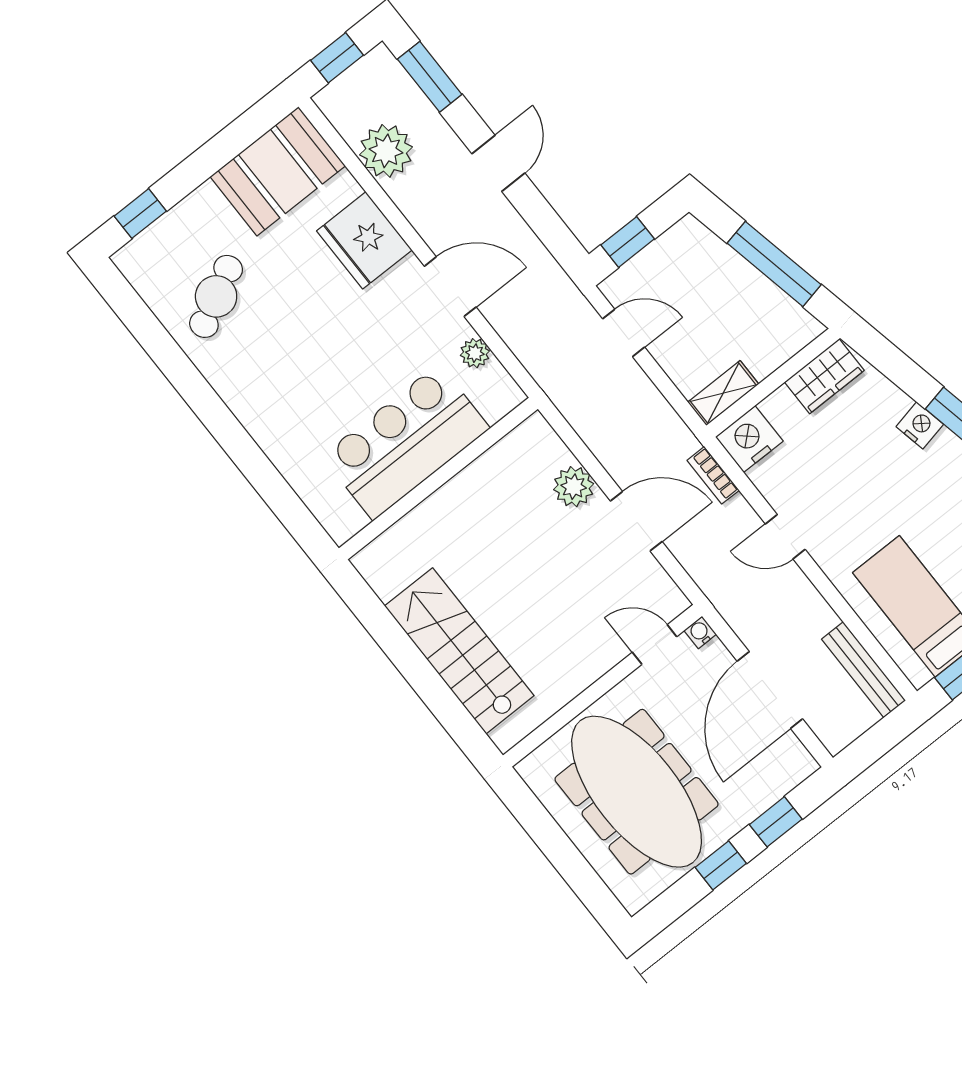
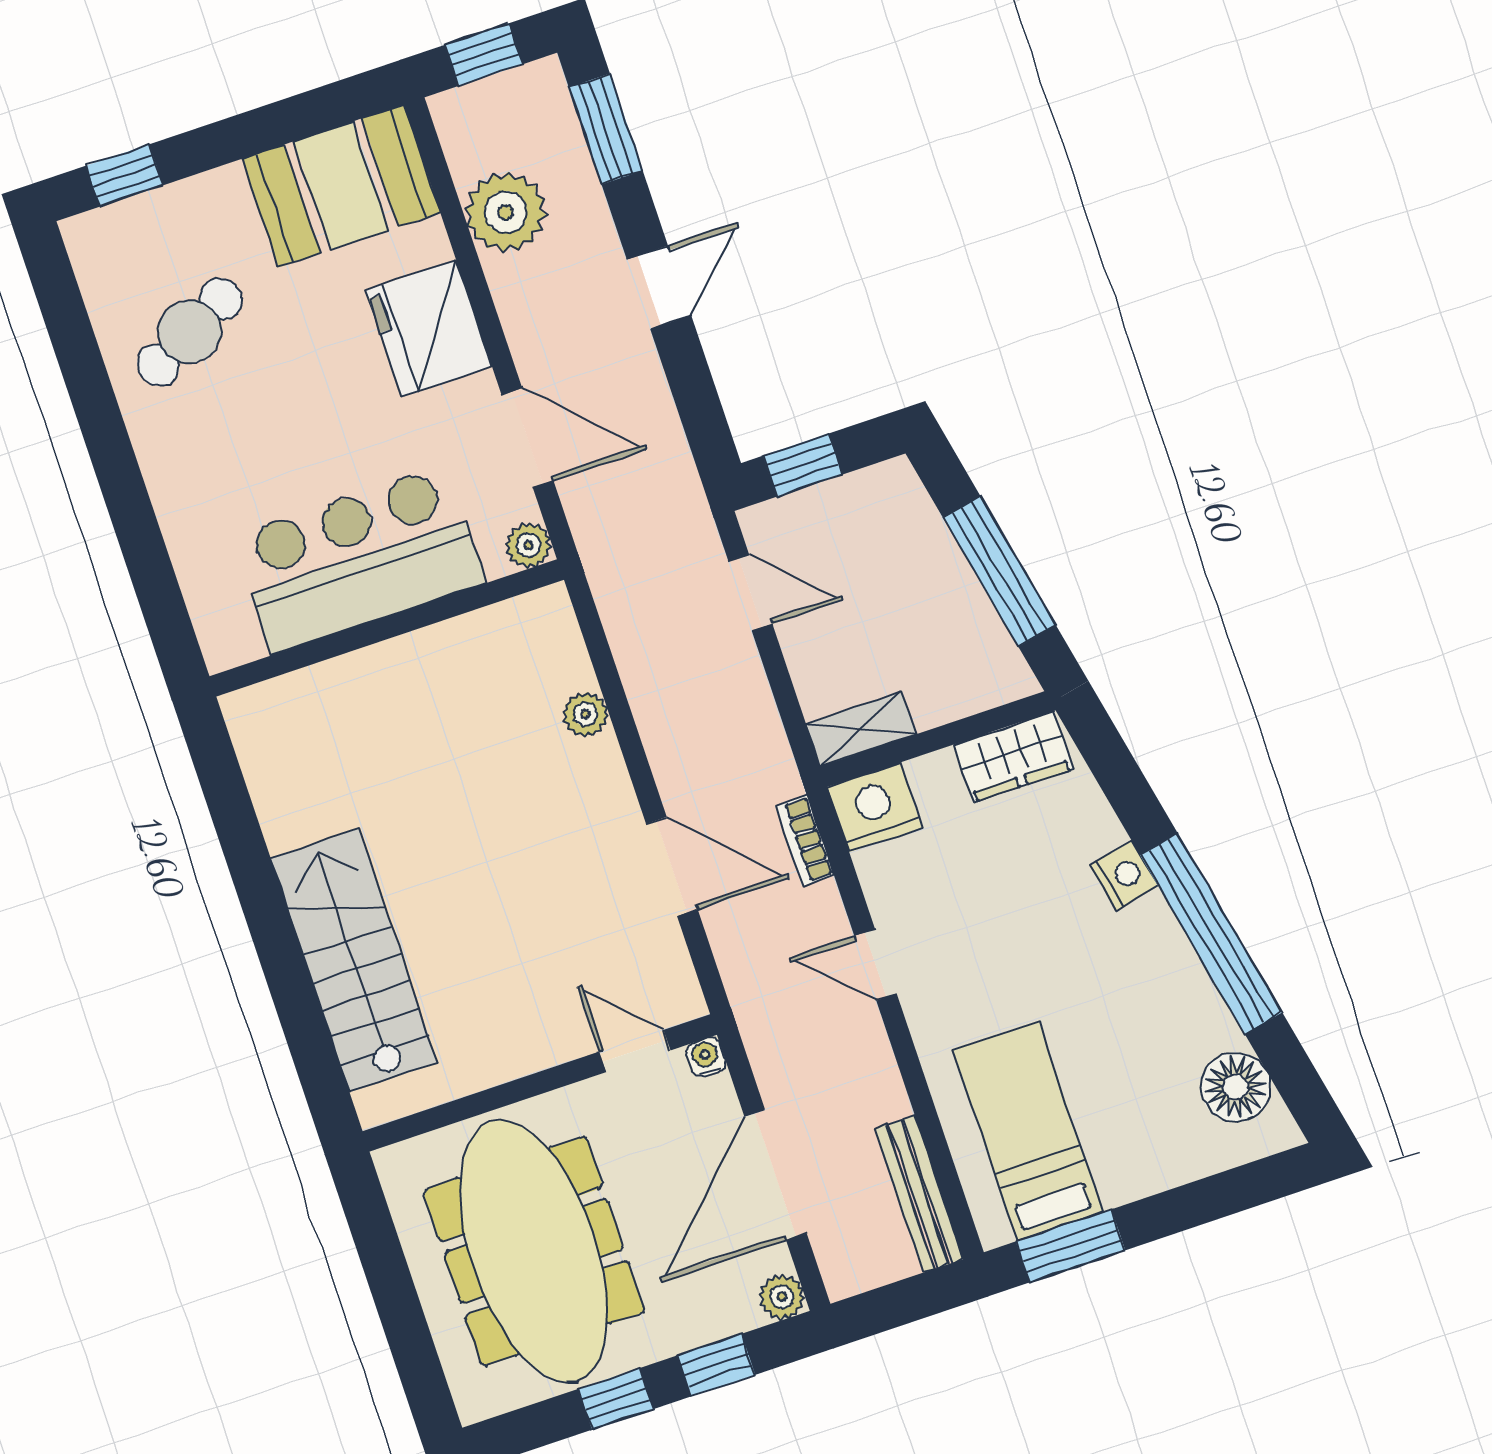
bar counter: (406, 442) -> (359, 559), moved
wall: (438, 479) -> (387, 628), moved
plant: (574, 487) -> (586, 714), moved, width x0.73, depth x0.73
plant: (801, 765) -> (782, 1297), added

